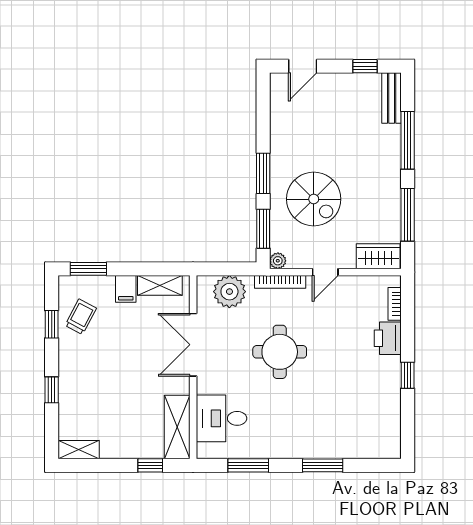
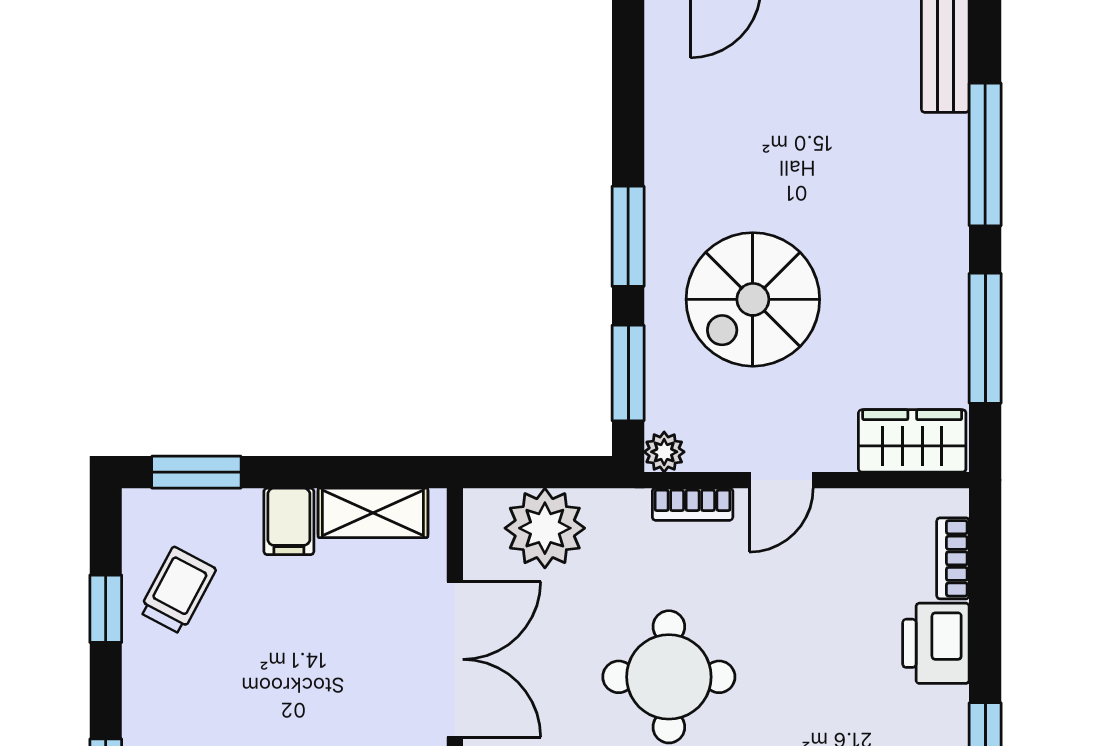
spiral stairs: (314, 199) -> (753, 299), turned 90
bookcase: (280, 282) -> (693, 504), width x0.64
double door: (193, 345) -> (455, 659), swing flipped

